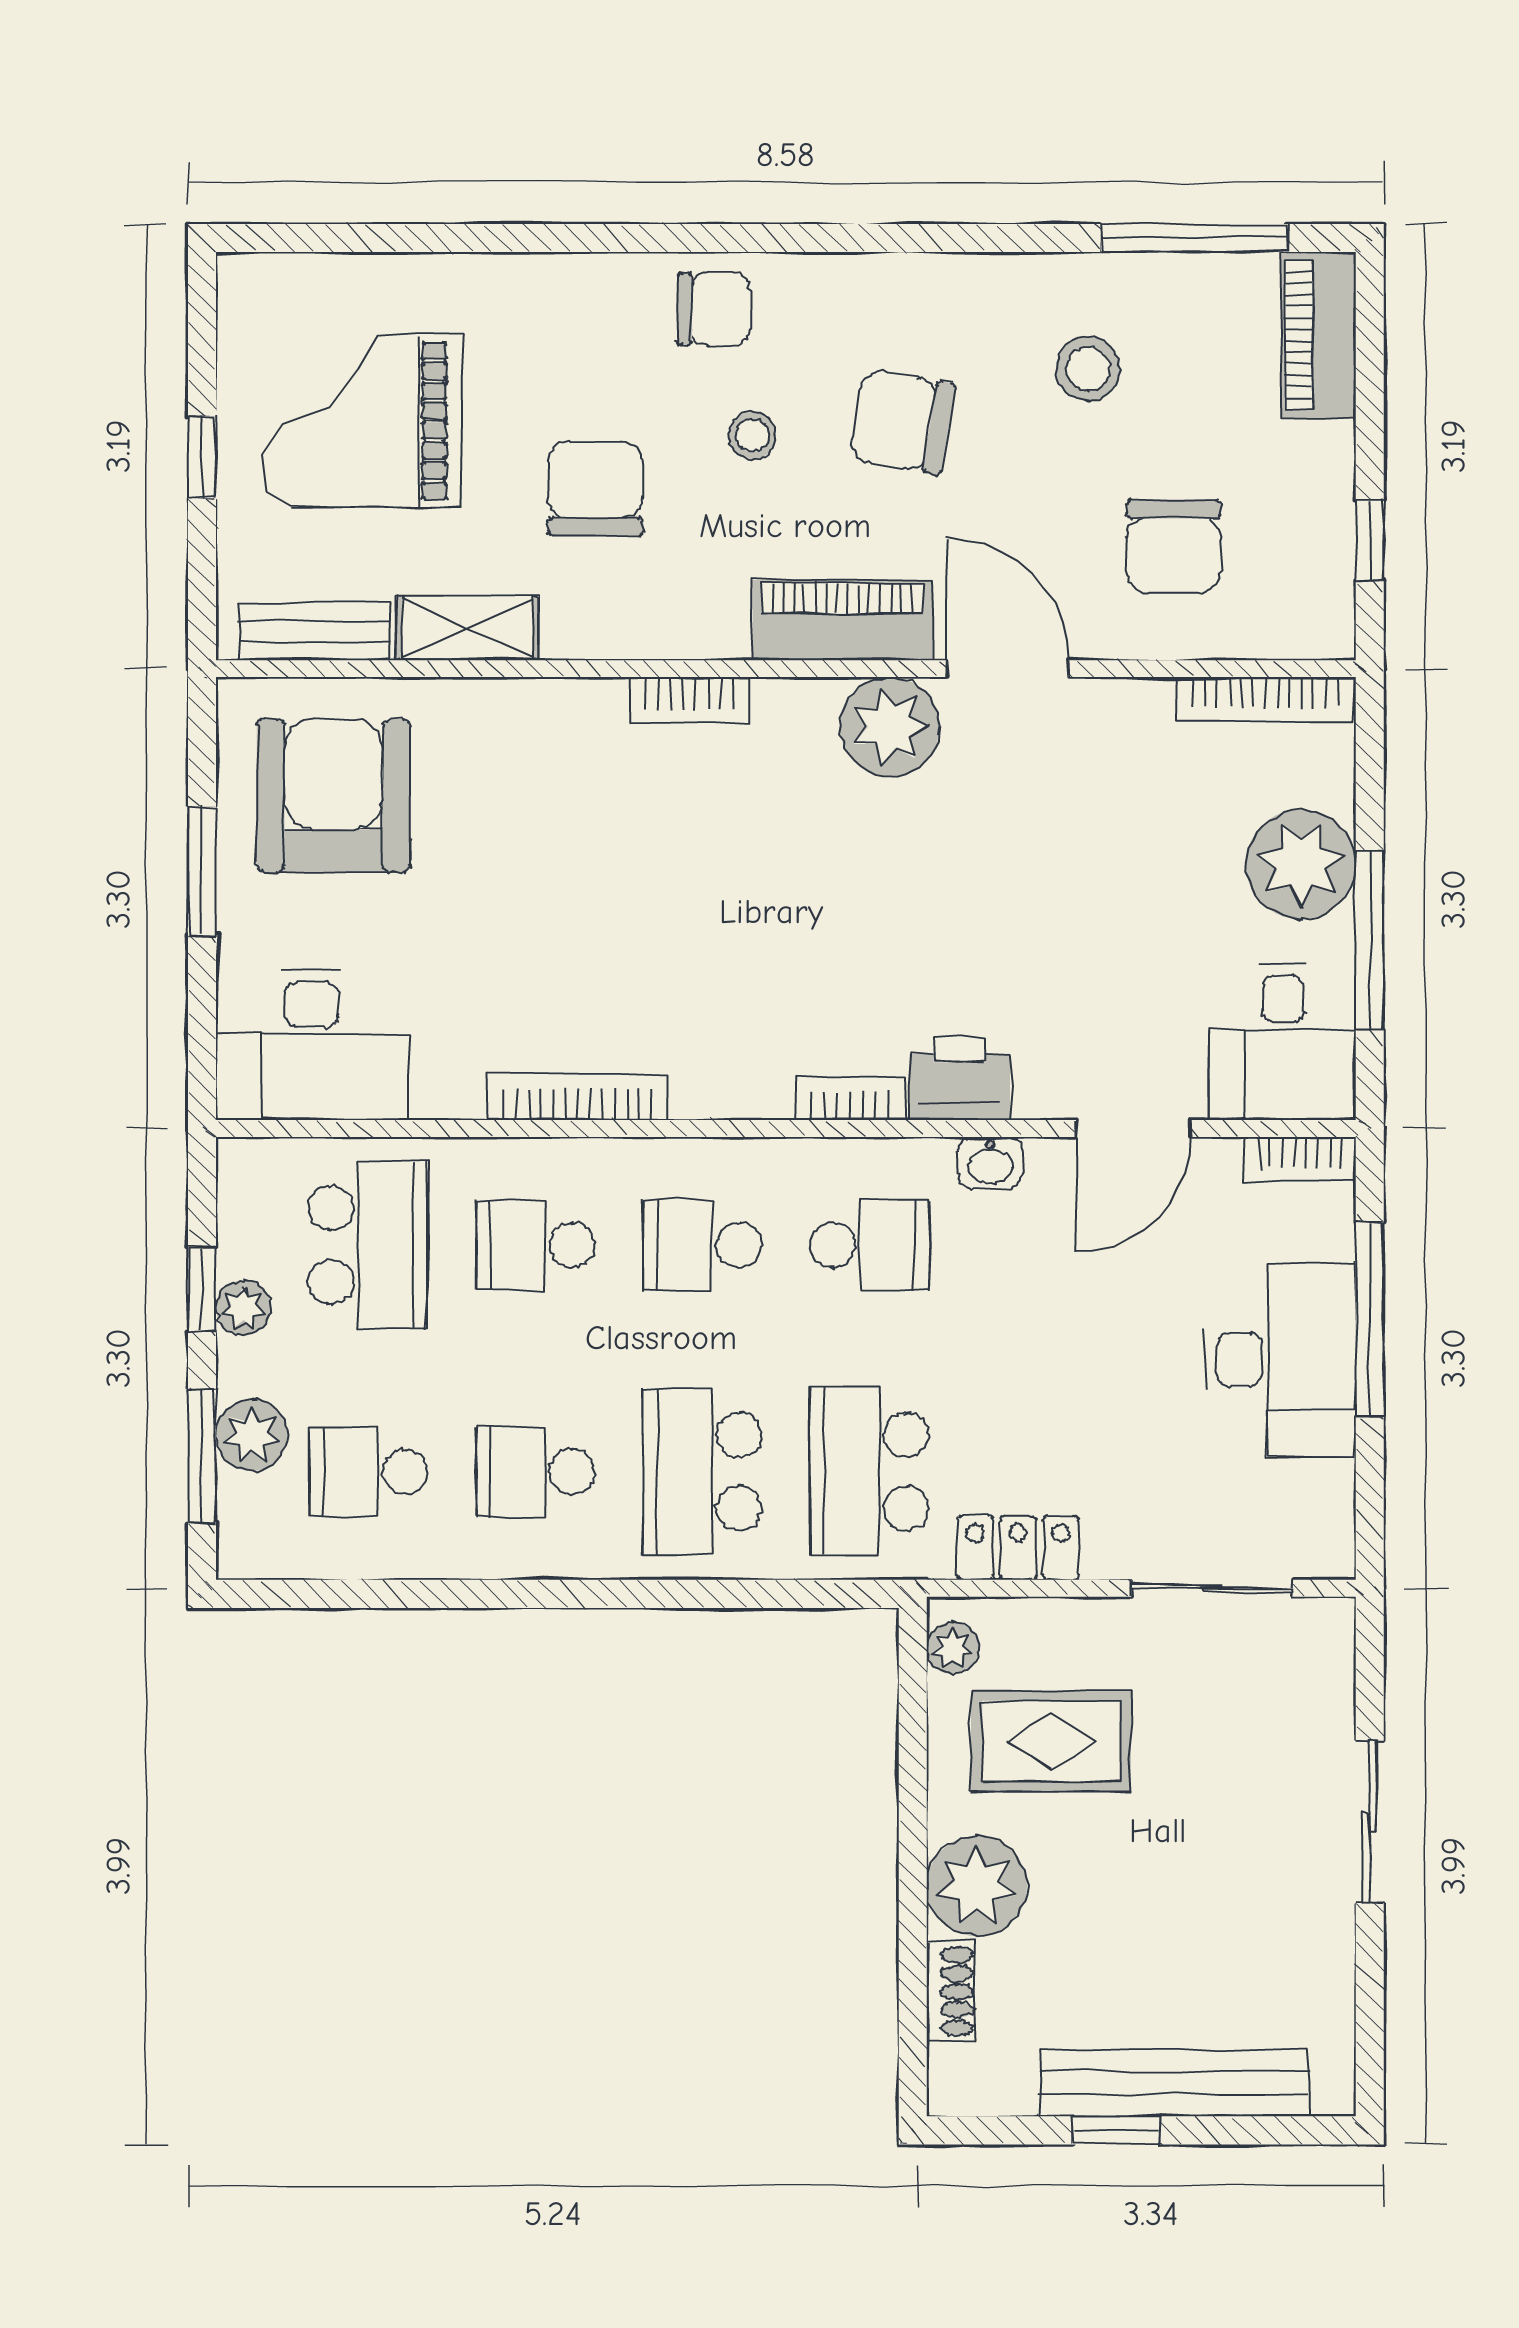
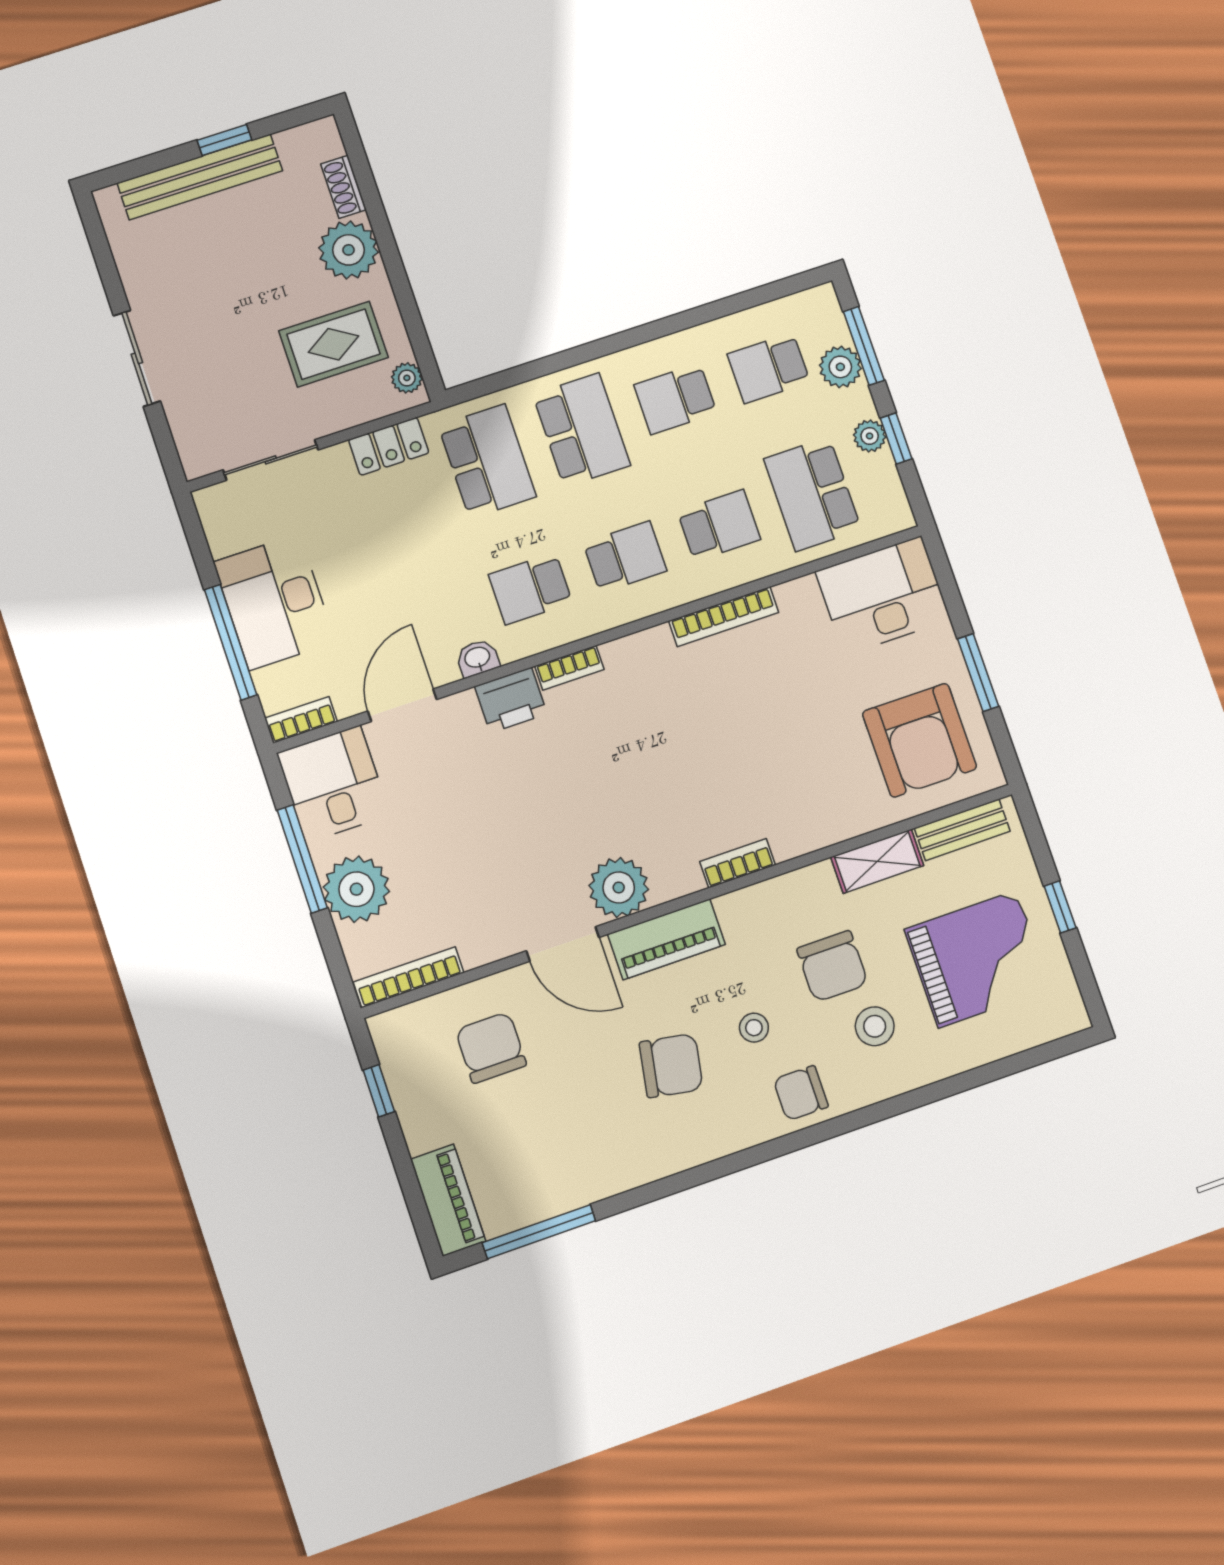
stool: (1088, 369) -> (875, 1026), moved
school desk: (368, 1472) -> (769, 368), turned 180
school desk: (535, 1472) -> (675, 399), turned 180

